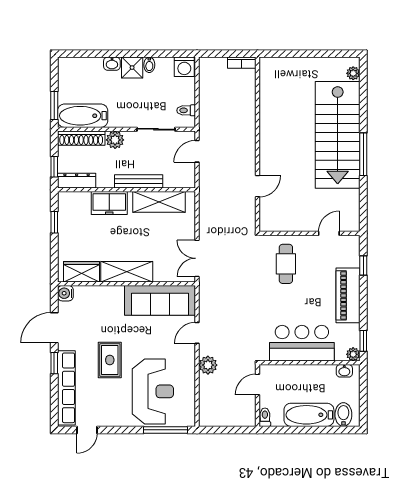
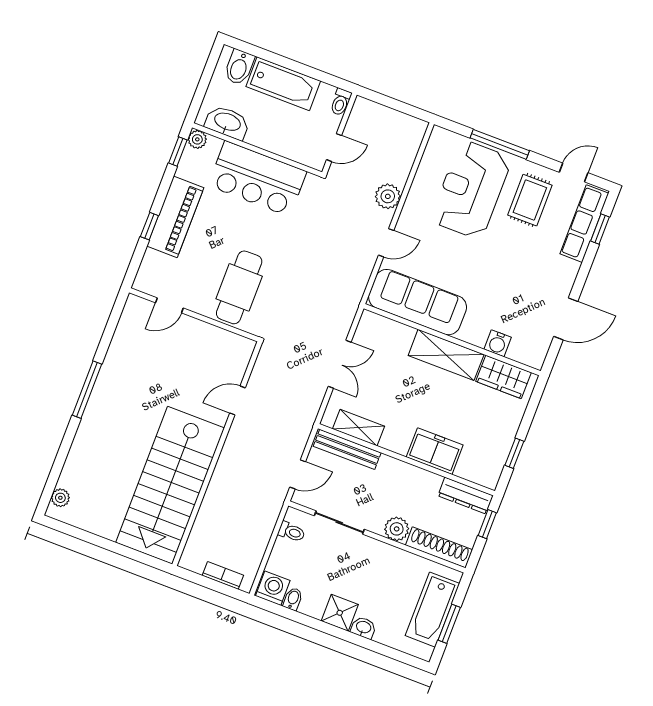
bookcase: (242, 63) -> (223, 575), moved
bidet: (149, 65) -> (293, 599), moved
window: (54, 105) -> (449, 624), moved
bathtub: (83, 116) -> (433, 610), moved, turned 90
stairs: (338, 135) -> (170, 485), moved, turned 180
bench: (139, 181) -> (347, 449), moved
shelving: (159, 202) -> (358, 428), width x0.67, depth x0.75
double door: (197, 258) -> (340, 364), moved
cafe table: (286, 264) -> (239, 287), width x1.37, depth x1.35
window: (363, 265) -> (149, 226), moved
water cooler: (65, 293) -> (498, 343), moved, turned 90
rug: (110, 360) -> (530, 200), moved
window: (54, 363) -> (600, 229), moved
washbasin: (344, 371) -> (227, 122), width x1.91, depth x1.45
row of seats: (66, 388) -> (584, 224), width x0.73
window: (165, 430) -> (500, 144), moved

